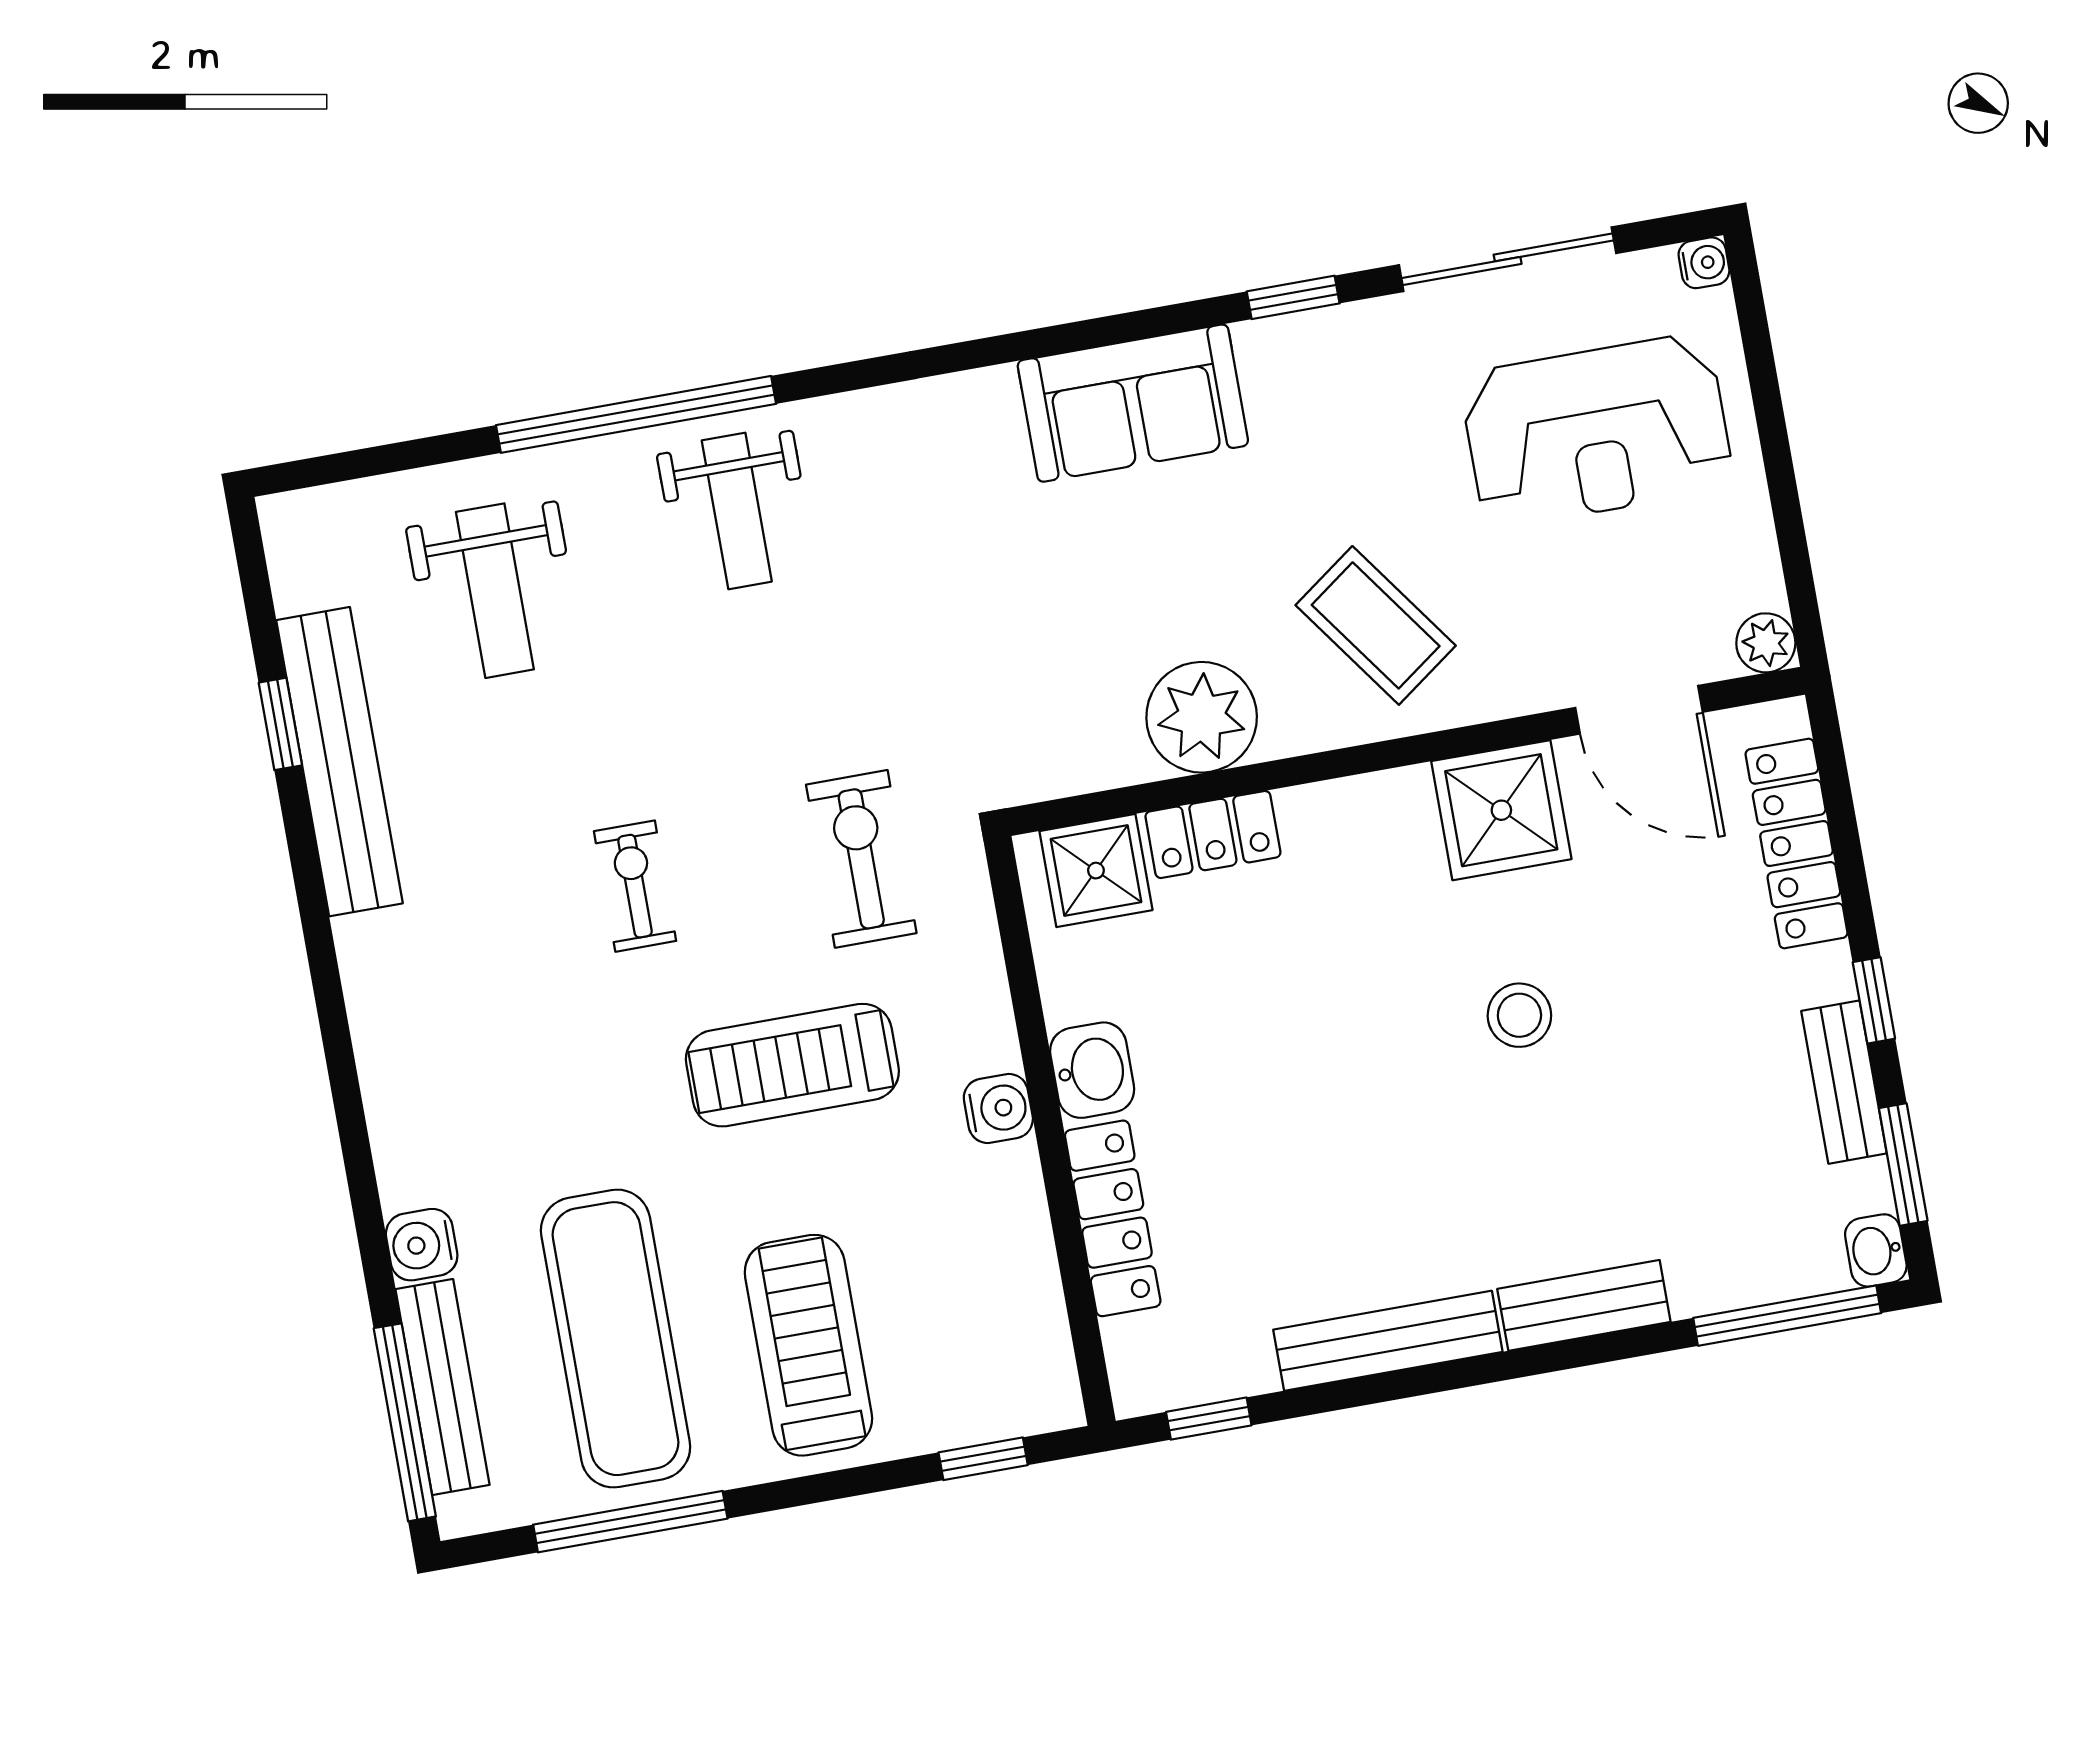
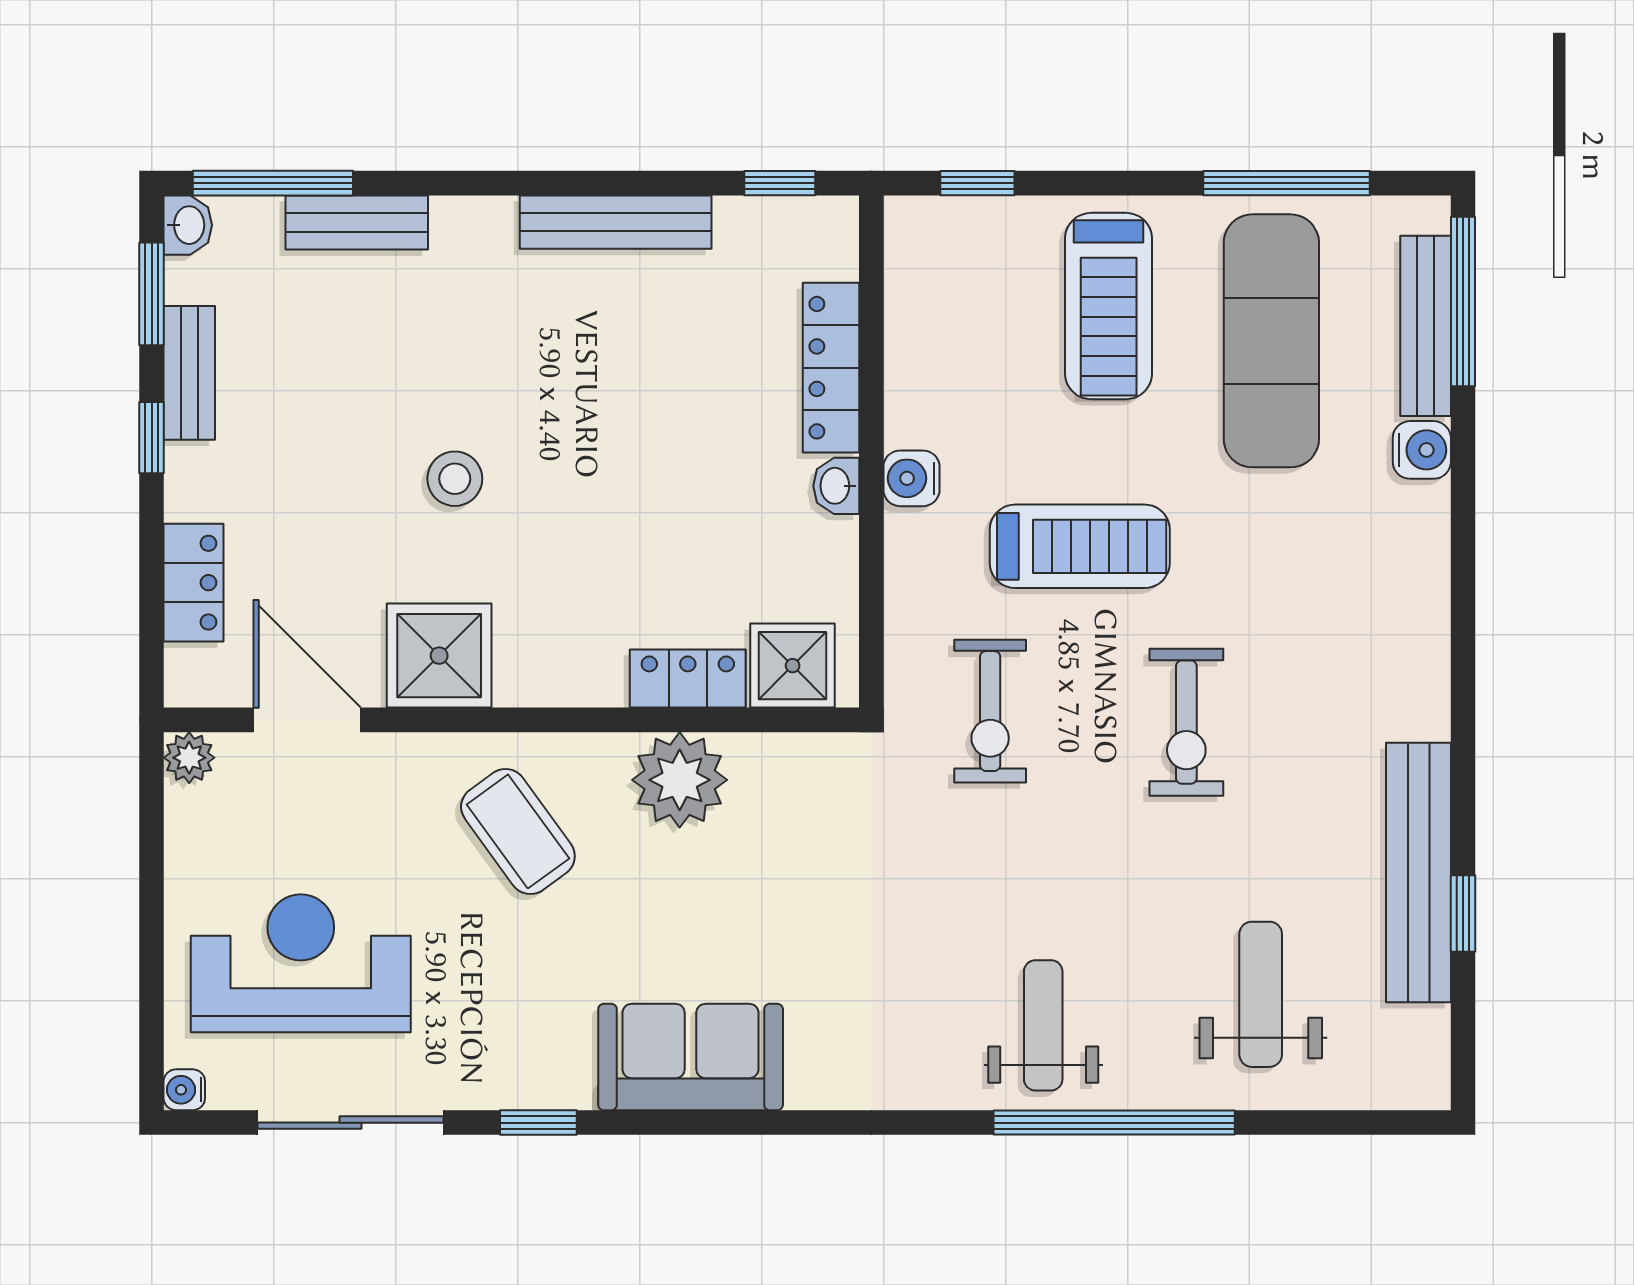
locker: (1796, 844) -> (194, 583), width x0.66
exercise bike: (635, 886) -> (1186, 722), width x1.38, depth x1.39
washbasin: (1092, 1070) -> (836, 486), width x0.72, depth x0.69
bench: (1584, 1305) -> (357, 223), moved

